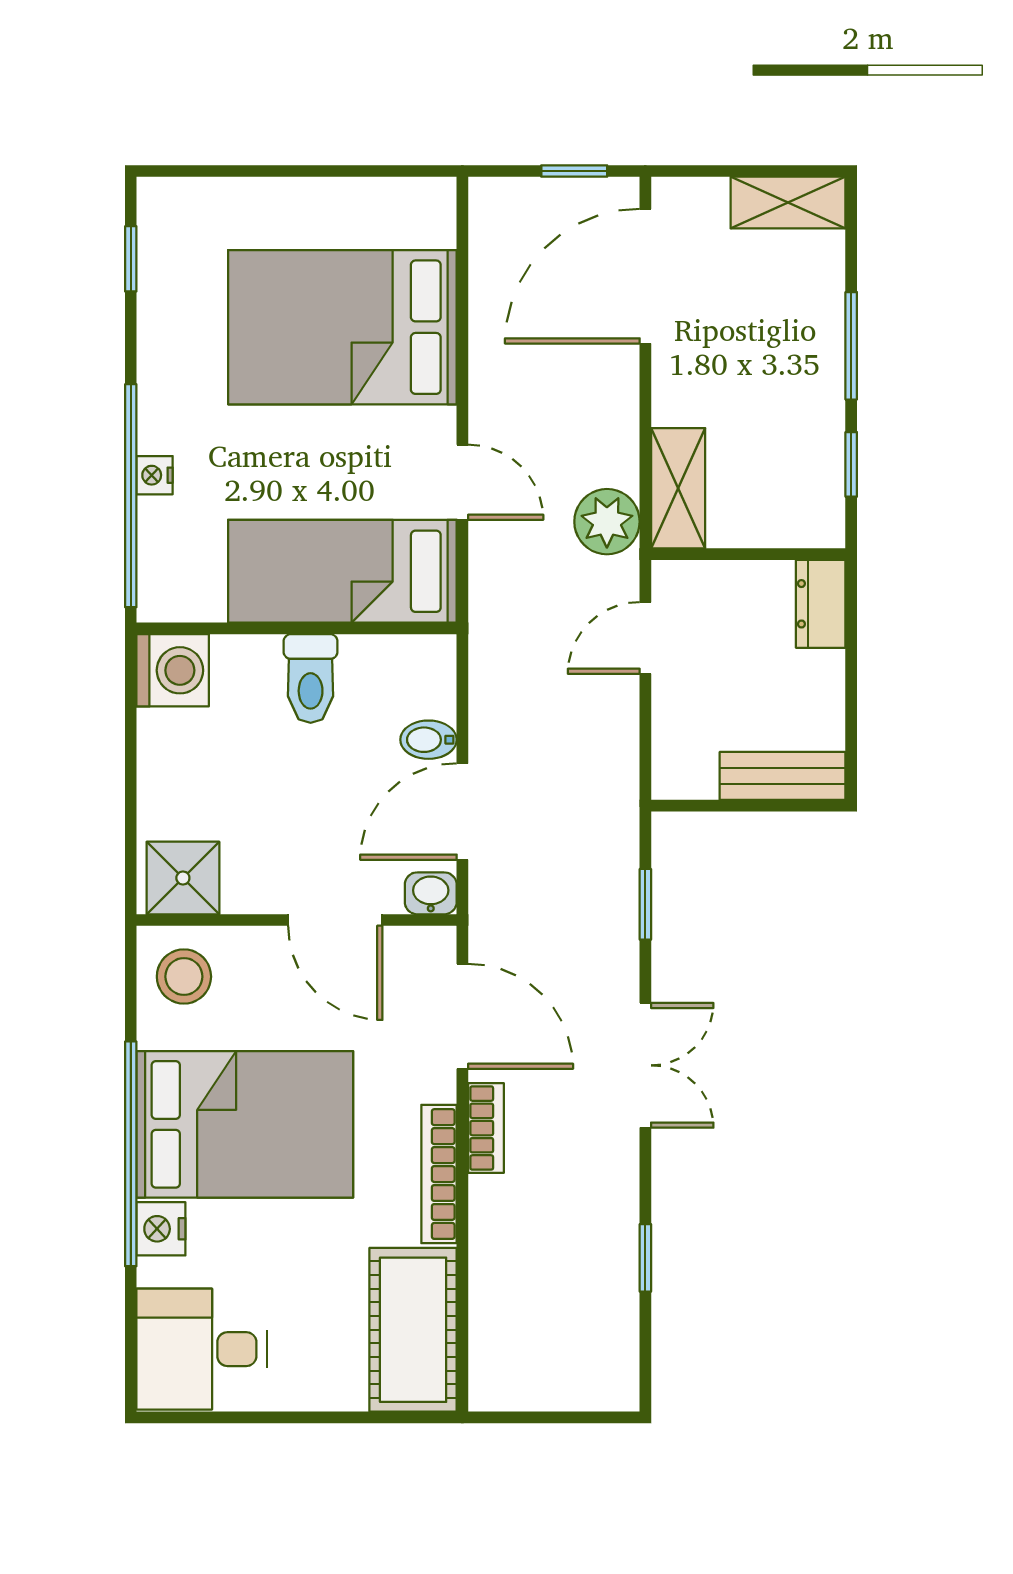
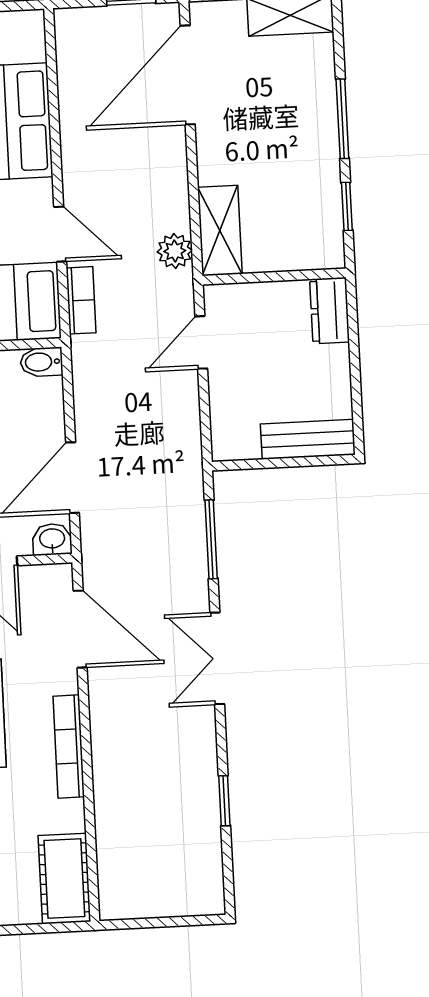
plant: (607, 522) -> (175, 251), width x0.73, depth x0.73
bidet: (428, 740) -> (41, 362), moved
window: (645, 904) -> (211, 539), width x1.50
double door: (645, 1065) -> (217, 658), swing flipped
bookcase: (486, 1128) -> (81, 300), moved
cot: (413, 1330) -> (64, 879), width x0.73, depth x0.75

